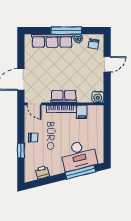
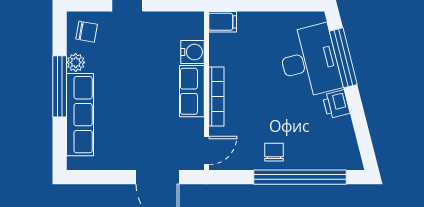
water cooler: (98, 97) -> (193, 52), moved
filing cabinet: (82, 112) -> (223, 22), moved
window: (21, 151) -> (300, 177), width x3.17
printer: (43, 172) -> (336, 104), moved

